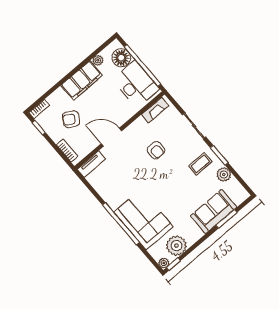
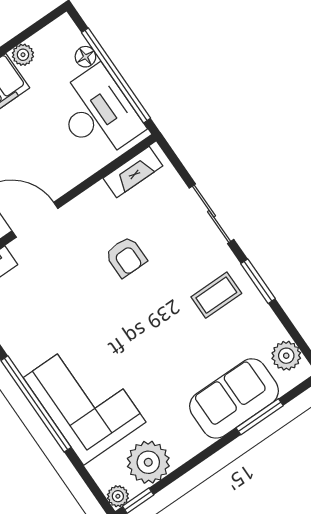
floor lamp: (121, 58) -> (85, 57), width x0.53, depth x0.53
plant: (224, 174) -> (286, 356), moved

